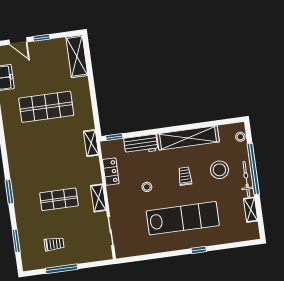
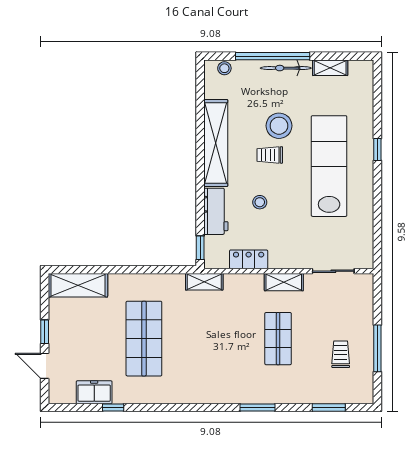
door: (18, 41) -> (45, 366), swing flipped
stool: (219, 170) -> (279, 126), moved
stool: (147, 187) -> (260, 202), moved

